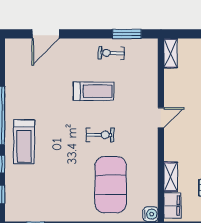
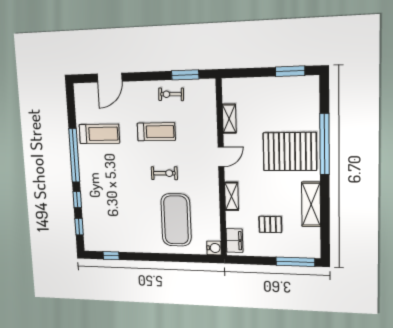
shelving: (171, 53) -> (229, 119), moved
treadmill: (24, 142) -> (99, 134), moved, turned -90
shelving: (171, 177) -> (232, 196), moved

